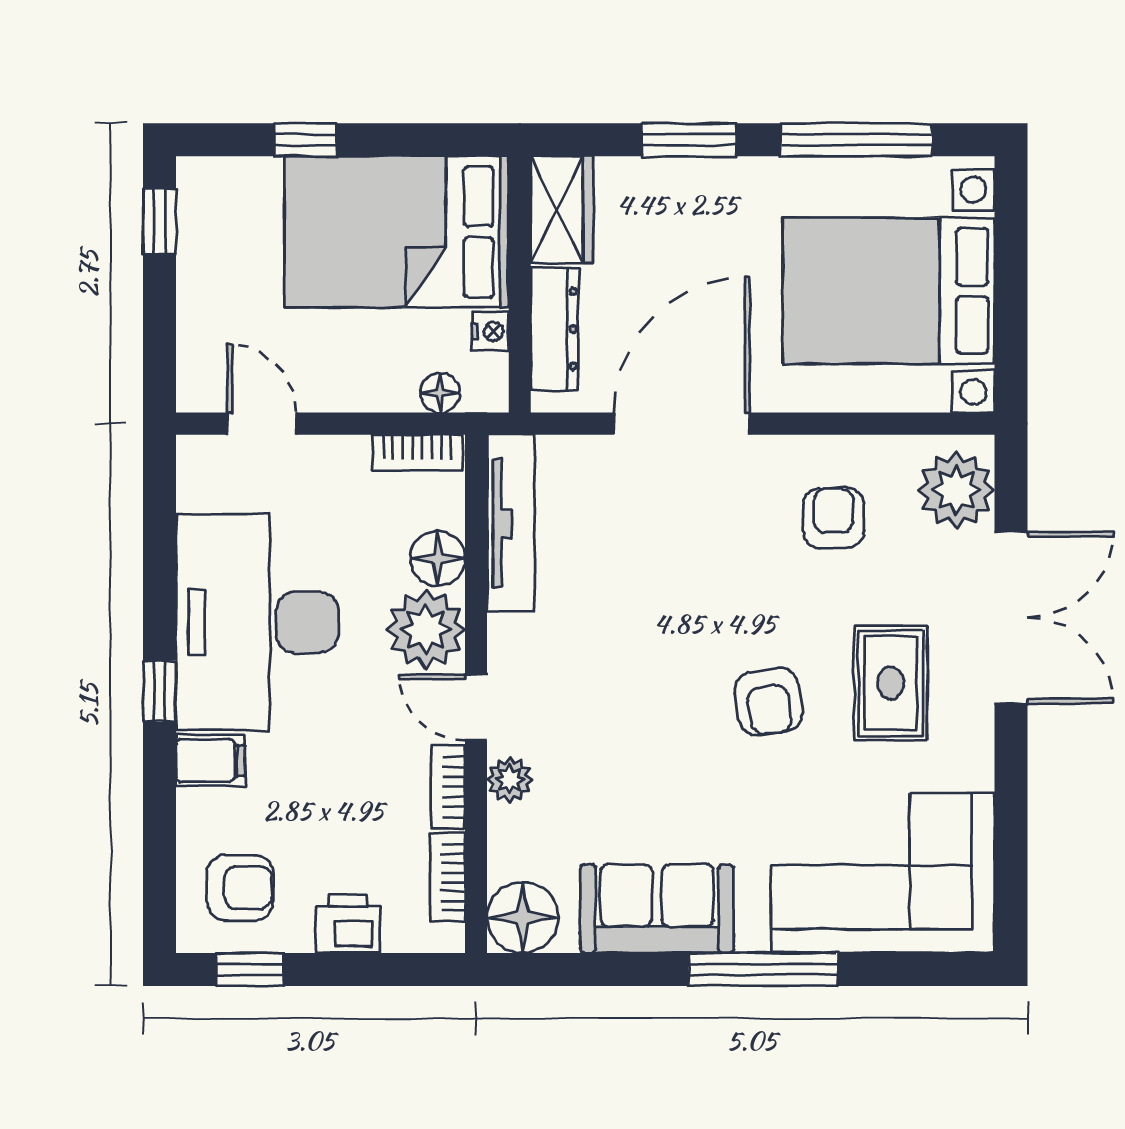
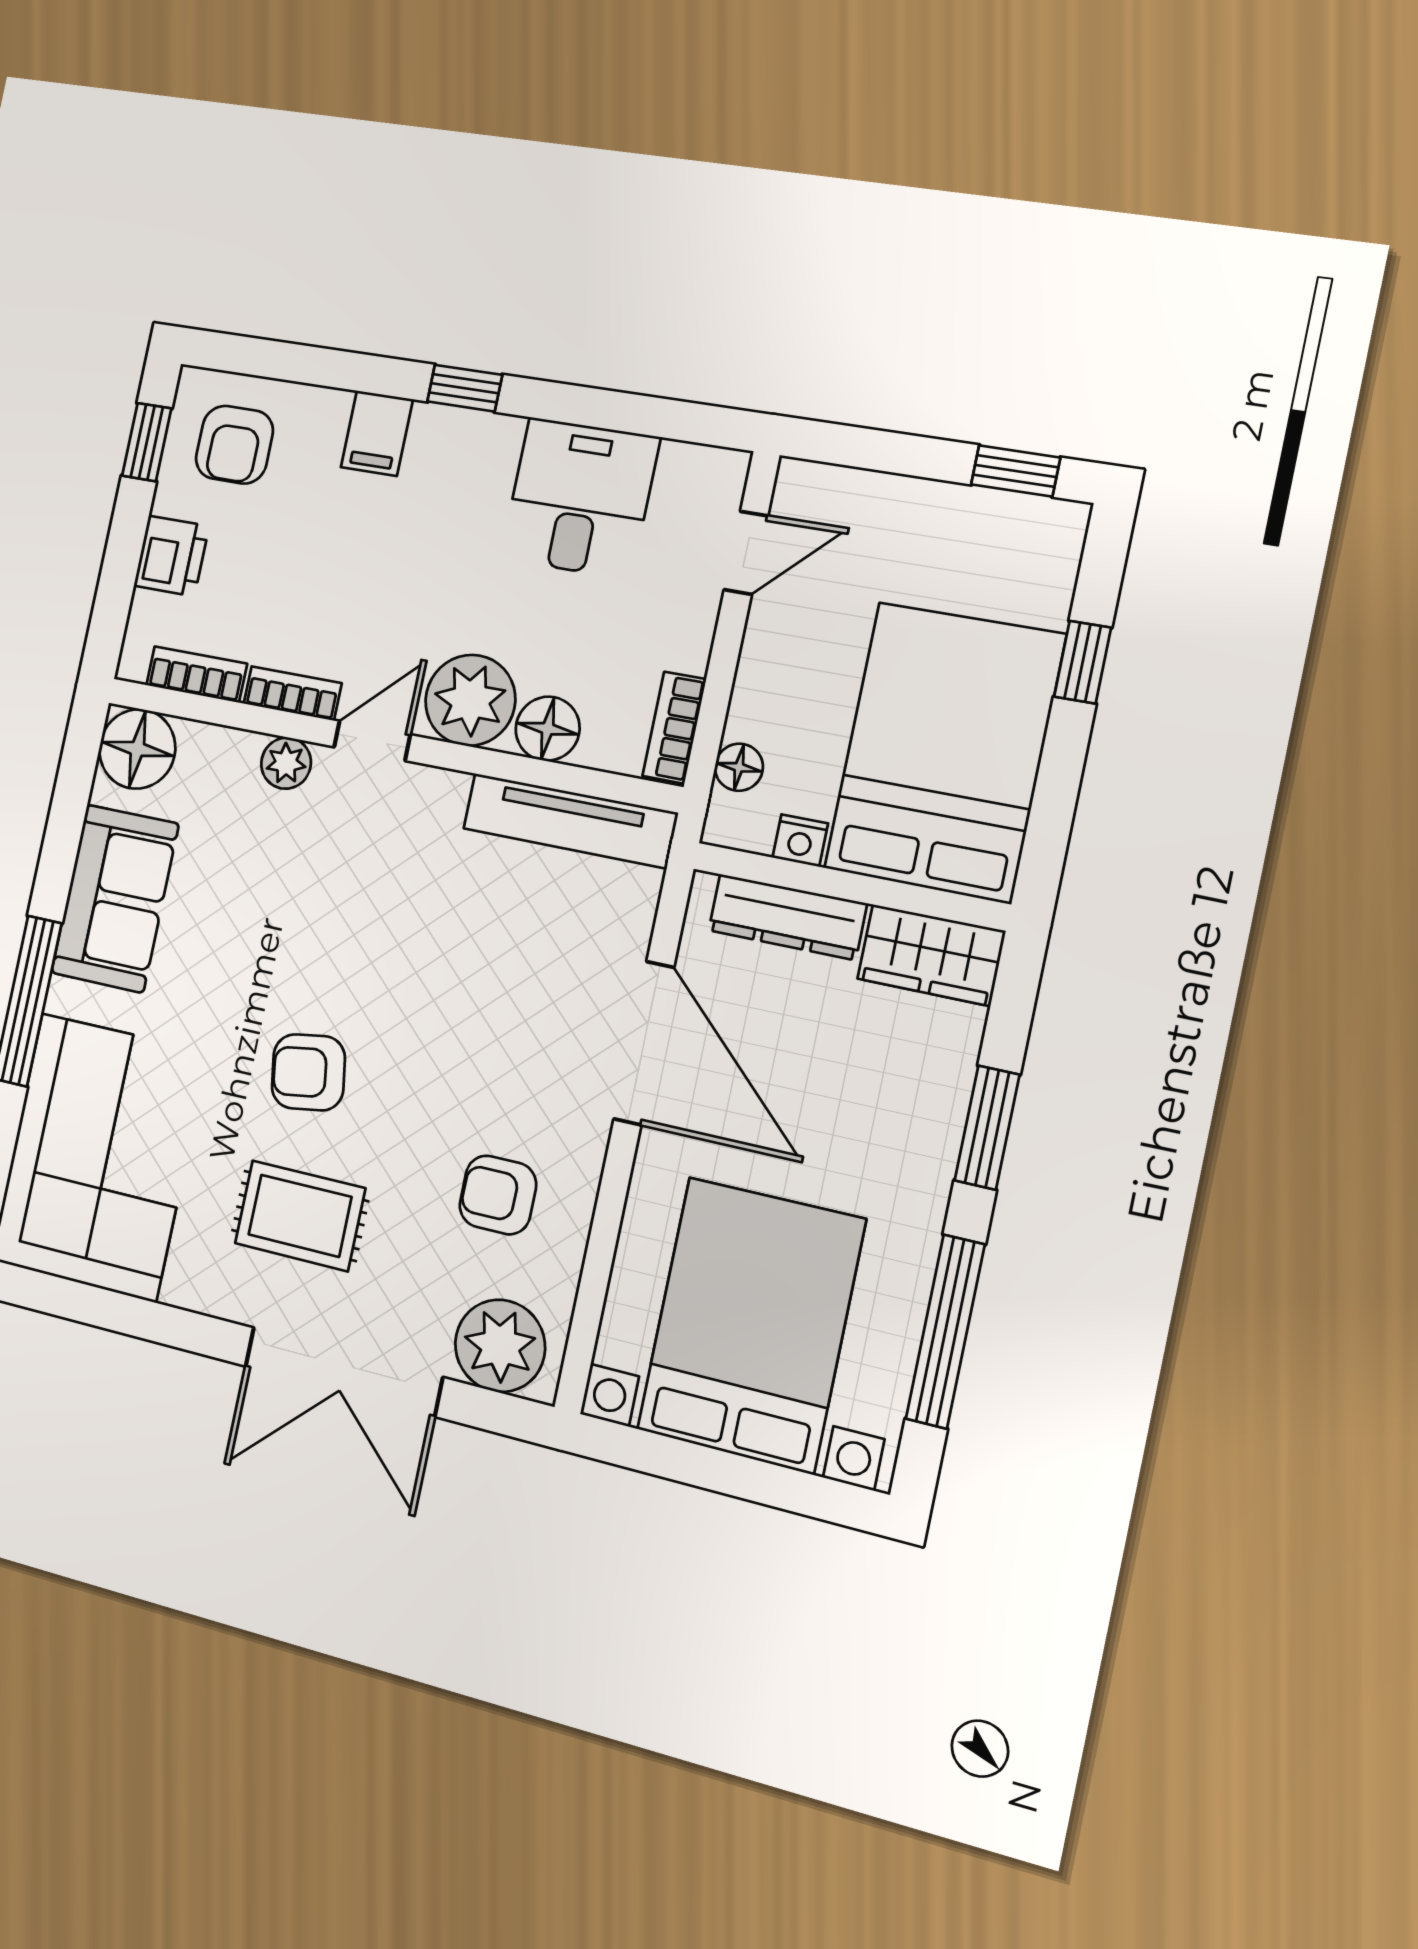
armchair: (834, 518) -> (498, 1195), turned 180
desk: (257, 622) -> (580, 498), width x0.53, depth x0.77

